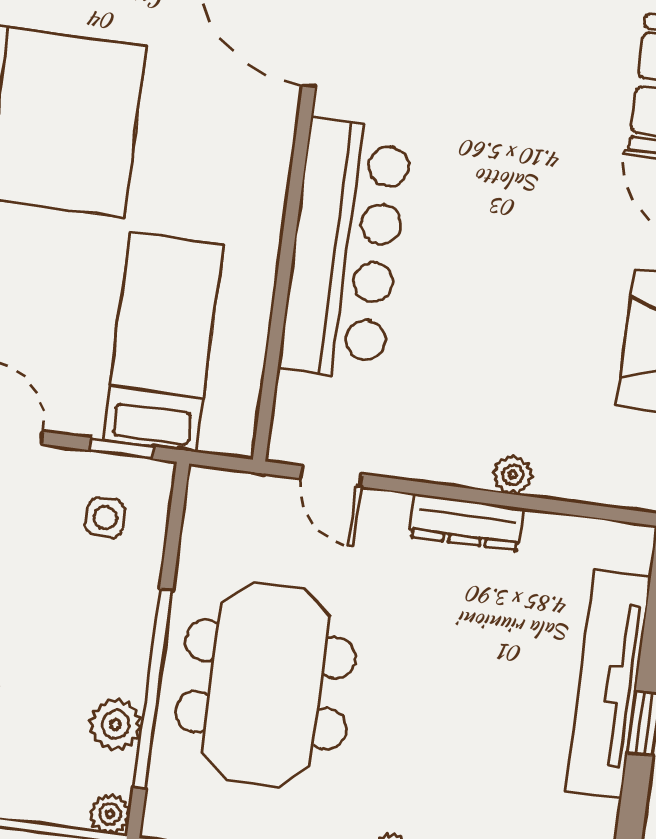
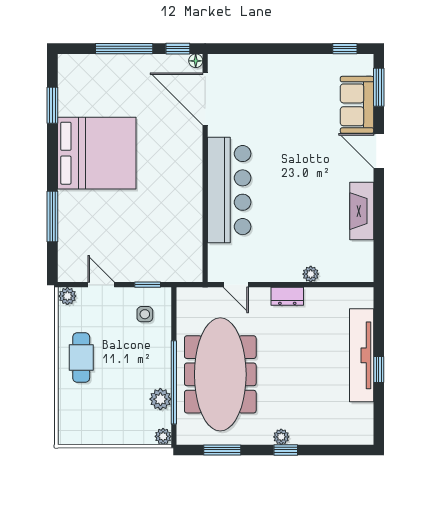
bed: (163, 342) -> (159, 239), removed
dresser: (467, 522) -> (287, 296), width x0.70
meeting table: (266, 685) -> (220, 374), width x1.36

